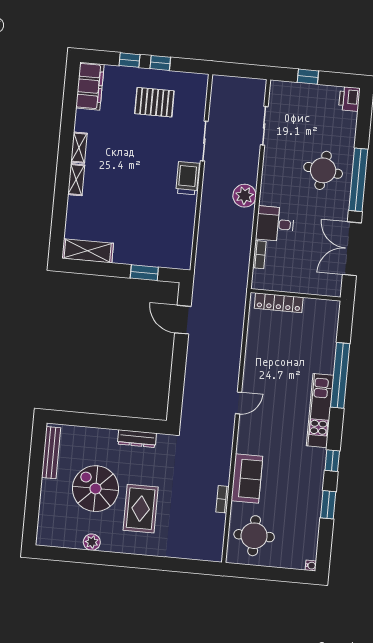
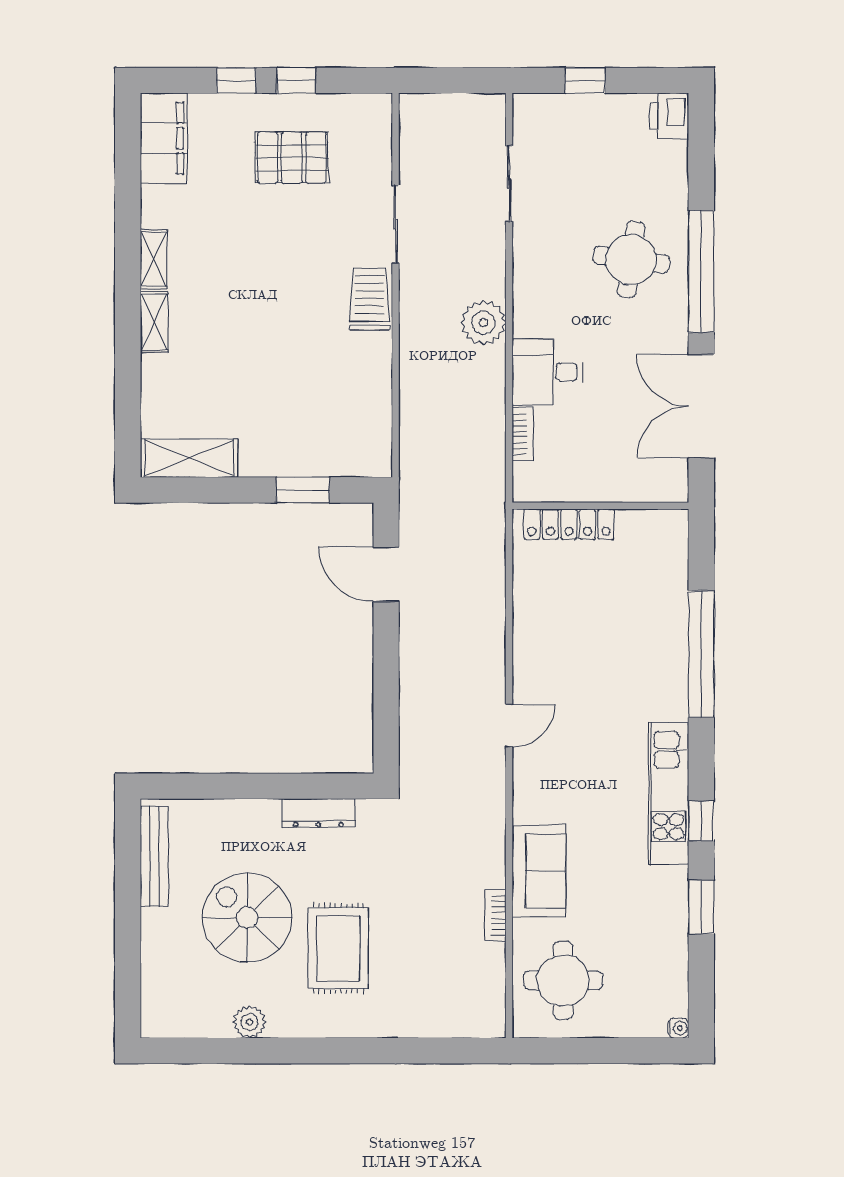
kitchen unit: (320, 411) -> (669, 794), moved

